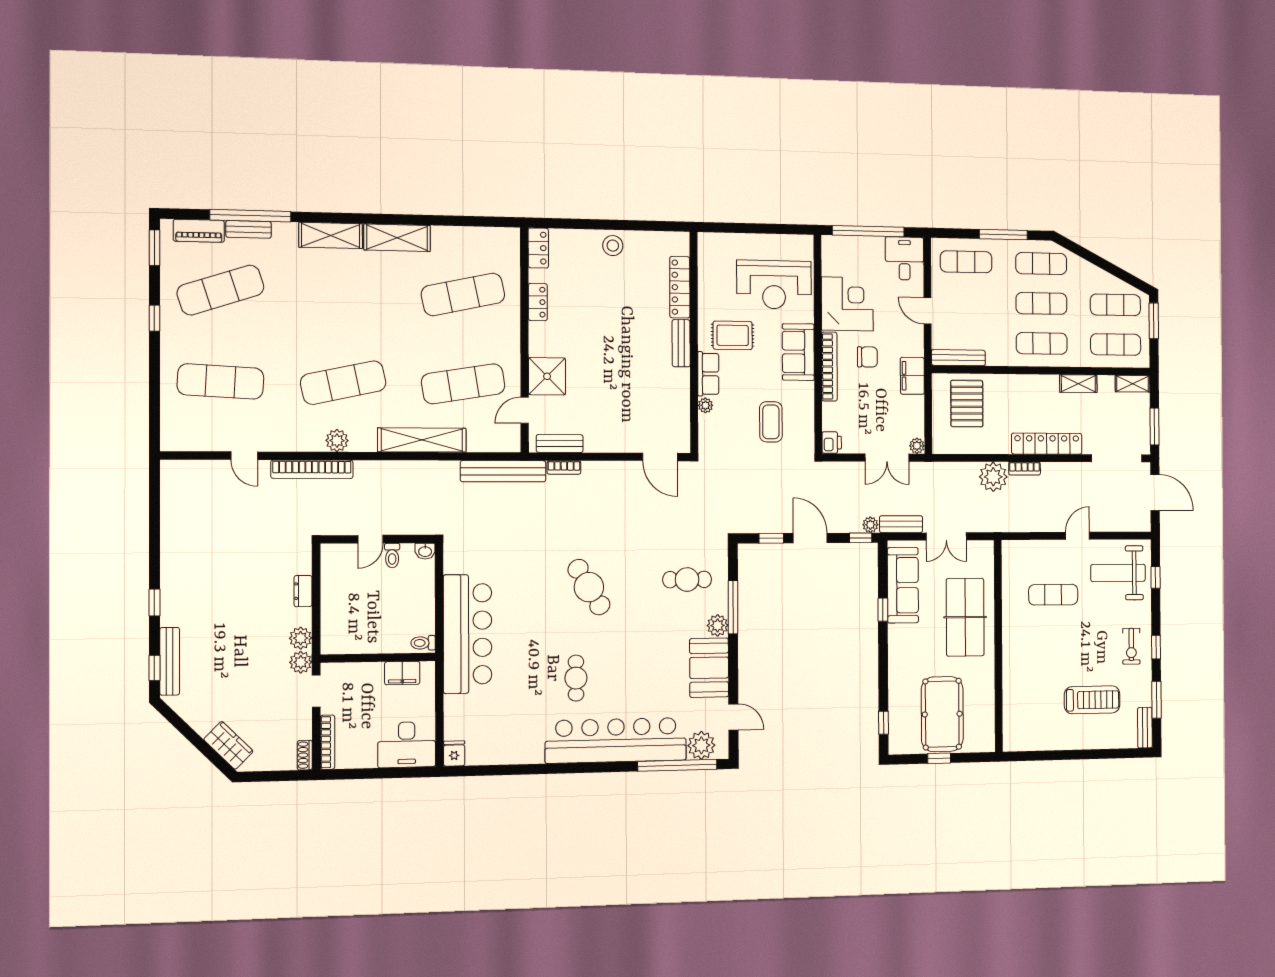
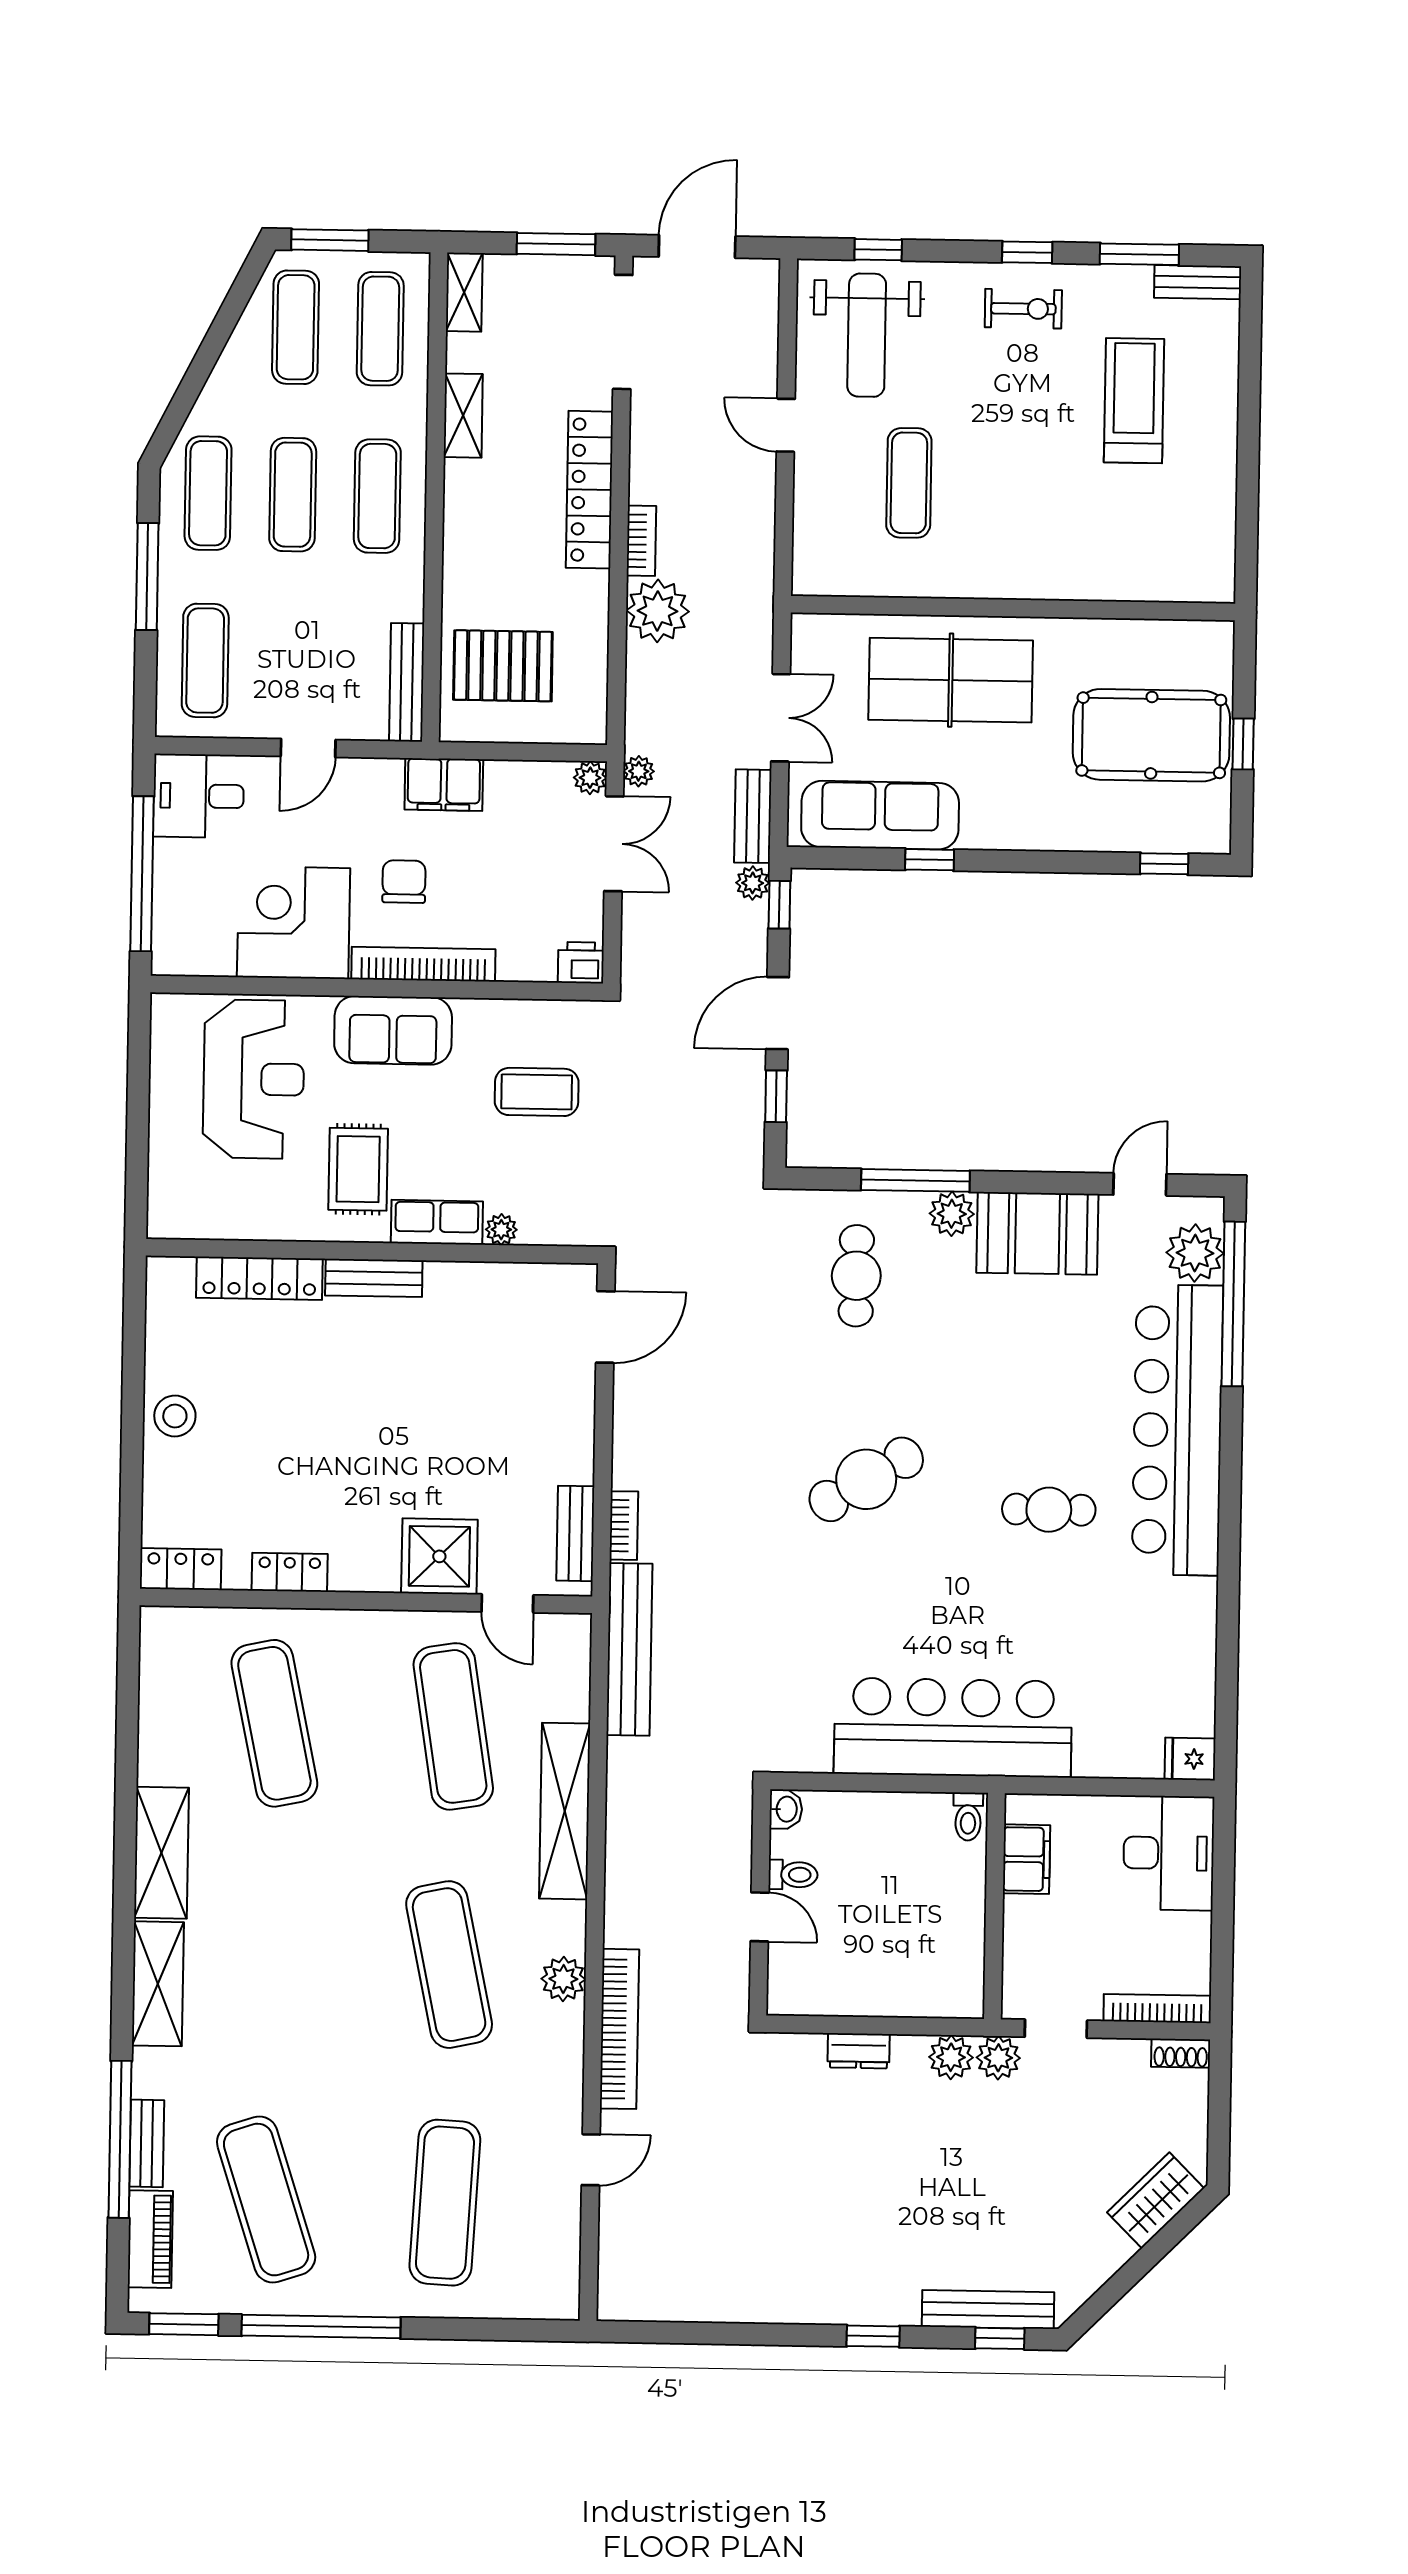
window: (154, 318) -> (321, 2327), width x3.17
plant: (920, 469) -> (639, 771), added

